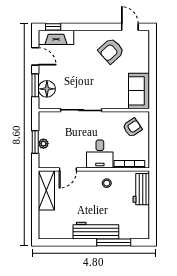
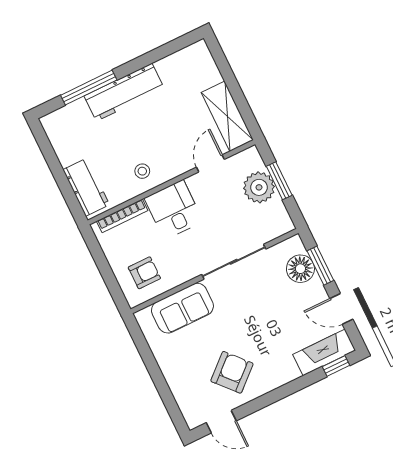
sofa: (139, 91) -> (182, 308), moved, turned 90
armchair: (132, 128) -> (144, 273), turned -146
plant: (43, 144) -> (259, 187), width x1.88, depth x1.88

